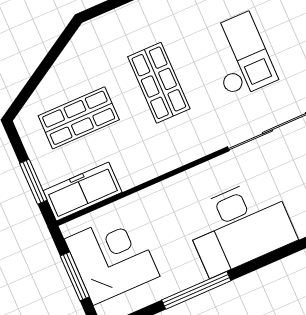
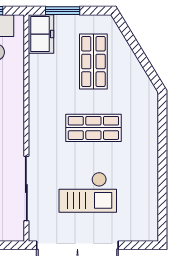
freezer: (83, 191) -> (41, 34), width x0.71

